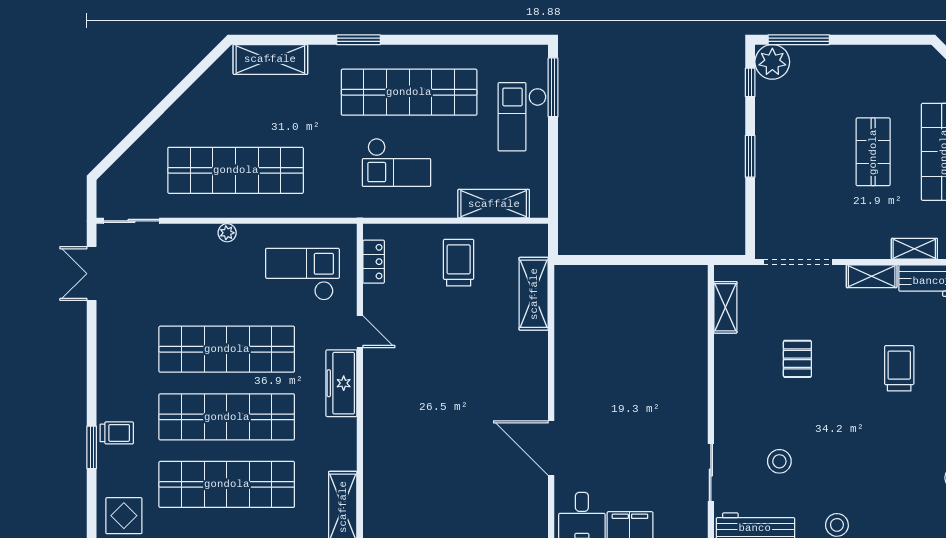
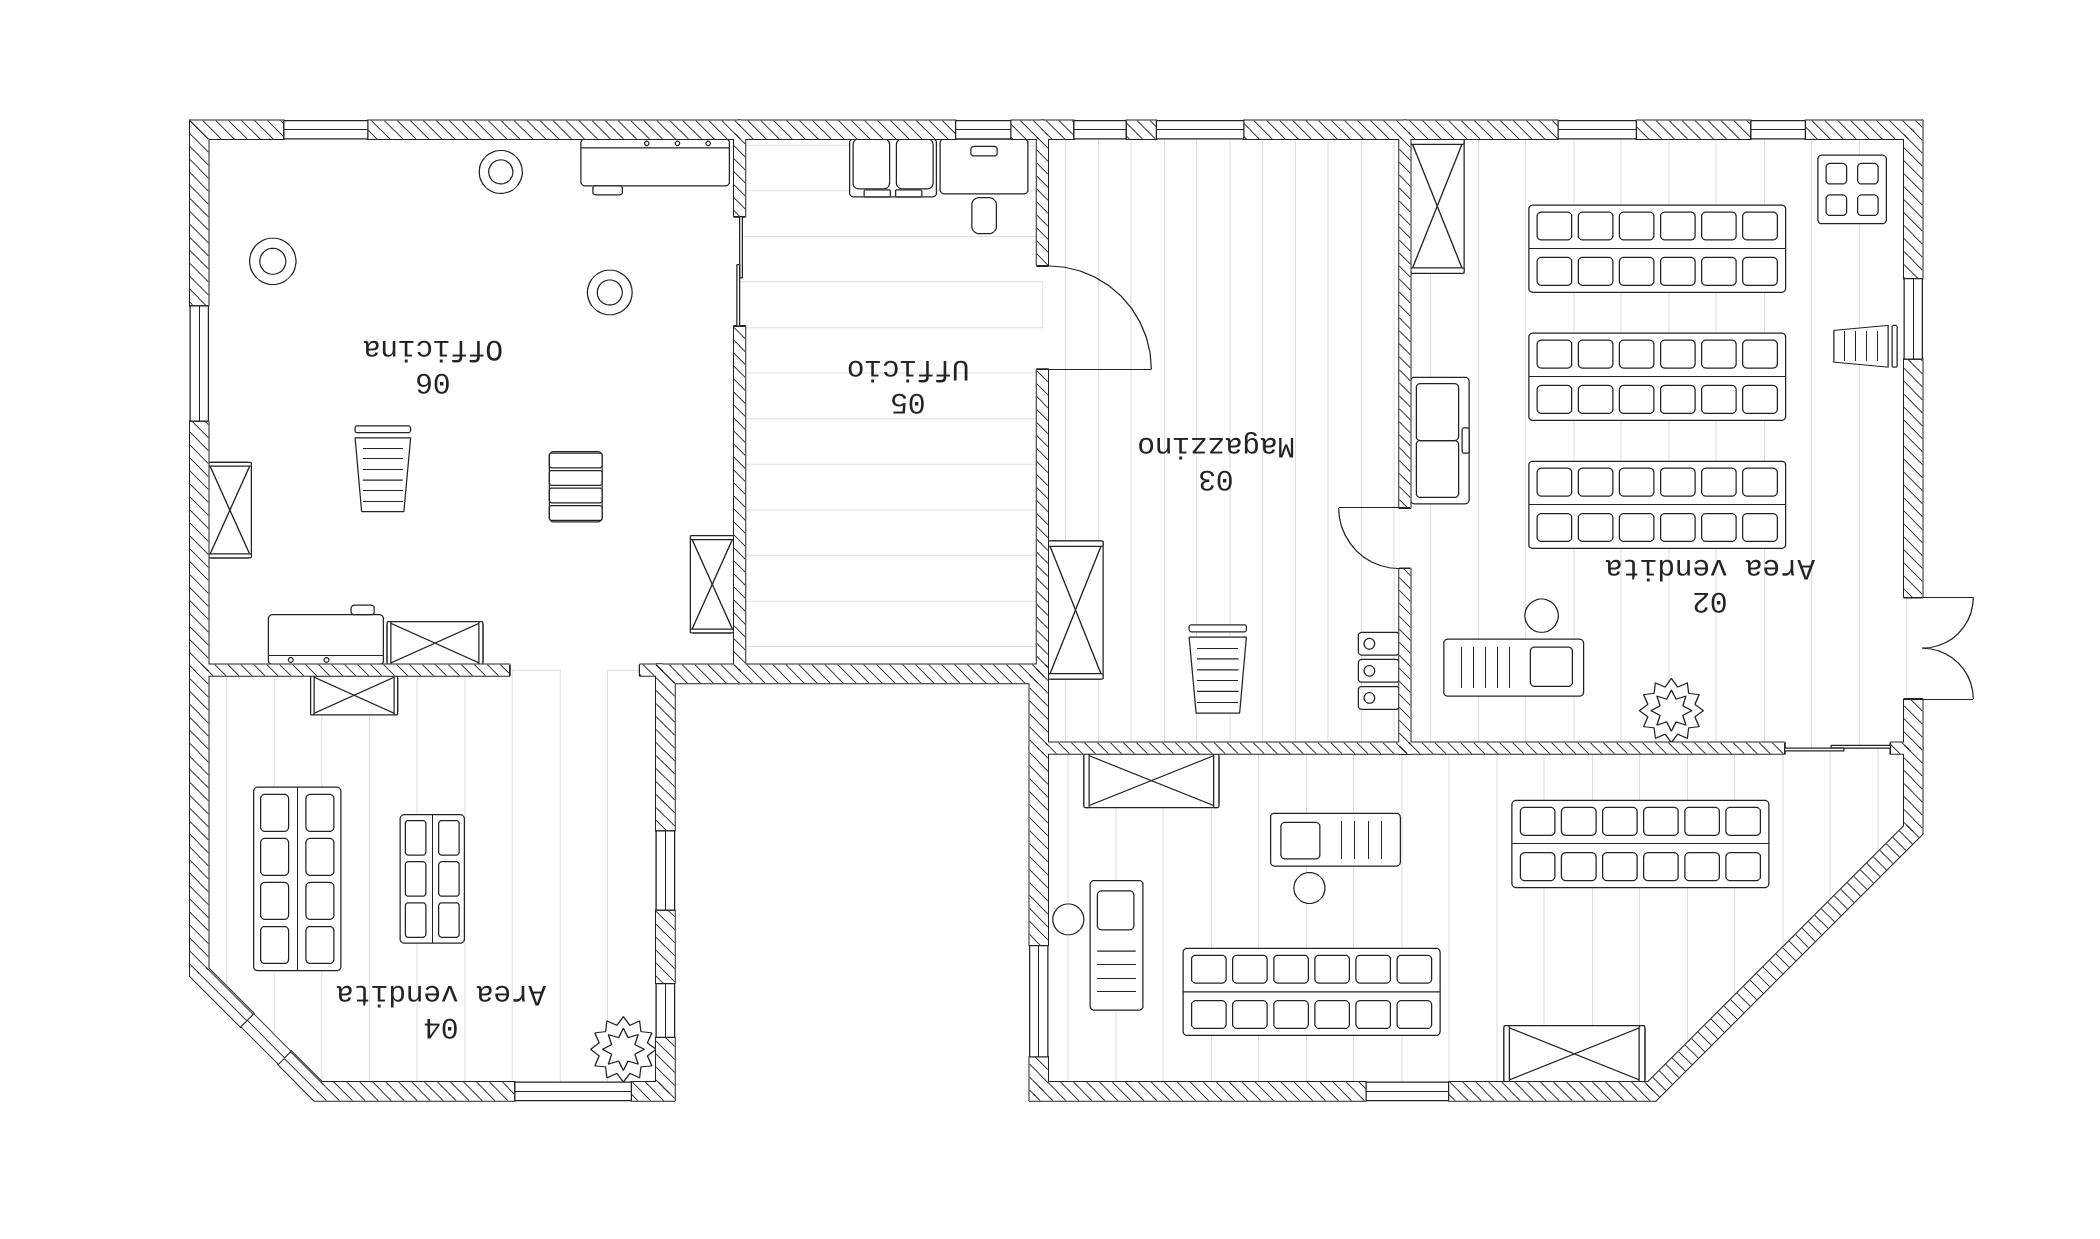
plant: (227, 233) -> (1671, 711), width x1.88, depth x1.88

